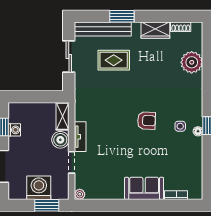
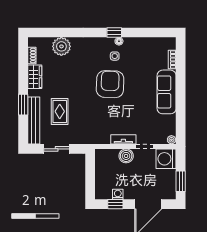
shelving: (62, 116) -> (106, 154), removed
armchair: (146, 121) -> (110, 84), width x1.88, depth x1.88
washing machine: (39, 188) -> (166, 159), moved
sofa: (144, 188) -> (167, 92), width x1.36
window: (47, 205) -> (181, 181), moved

